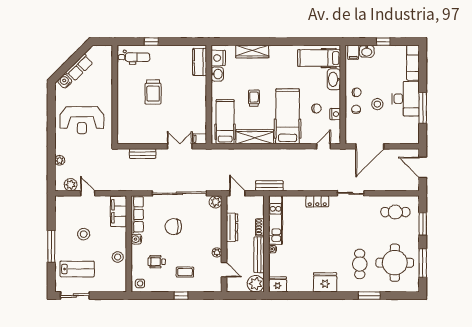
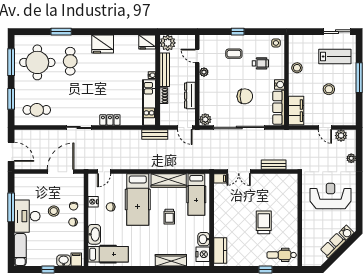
lab bench: (77, 269) -> (335, 57), turned 180

